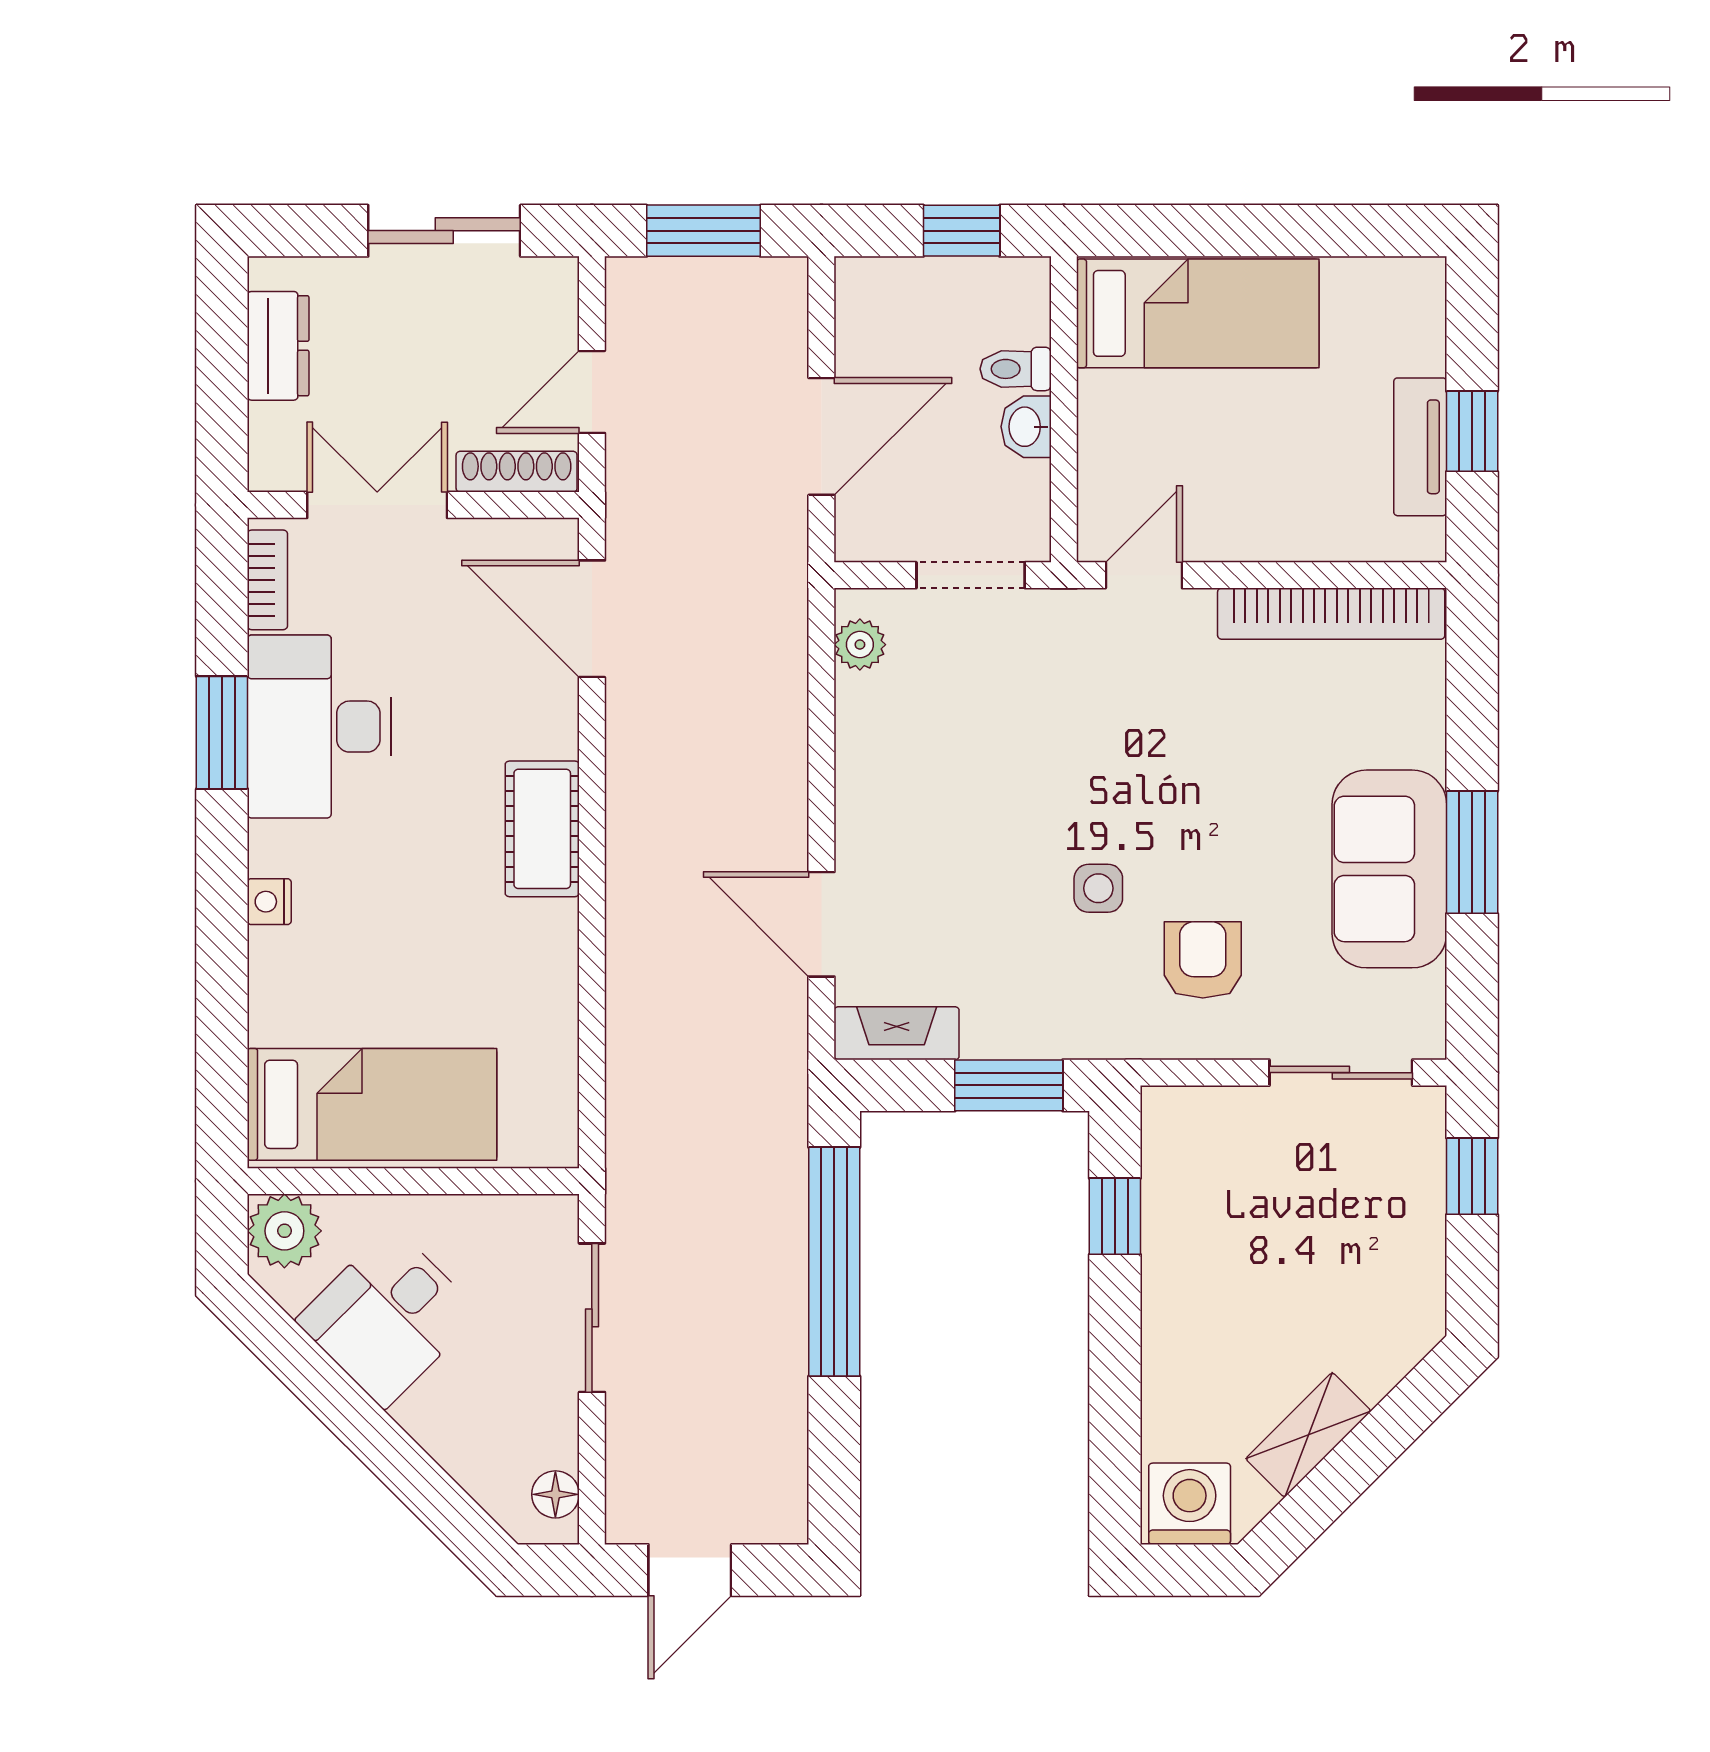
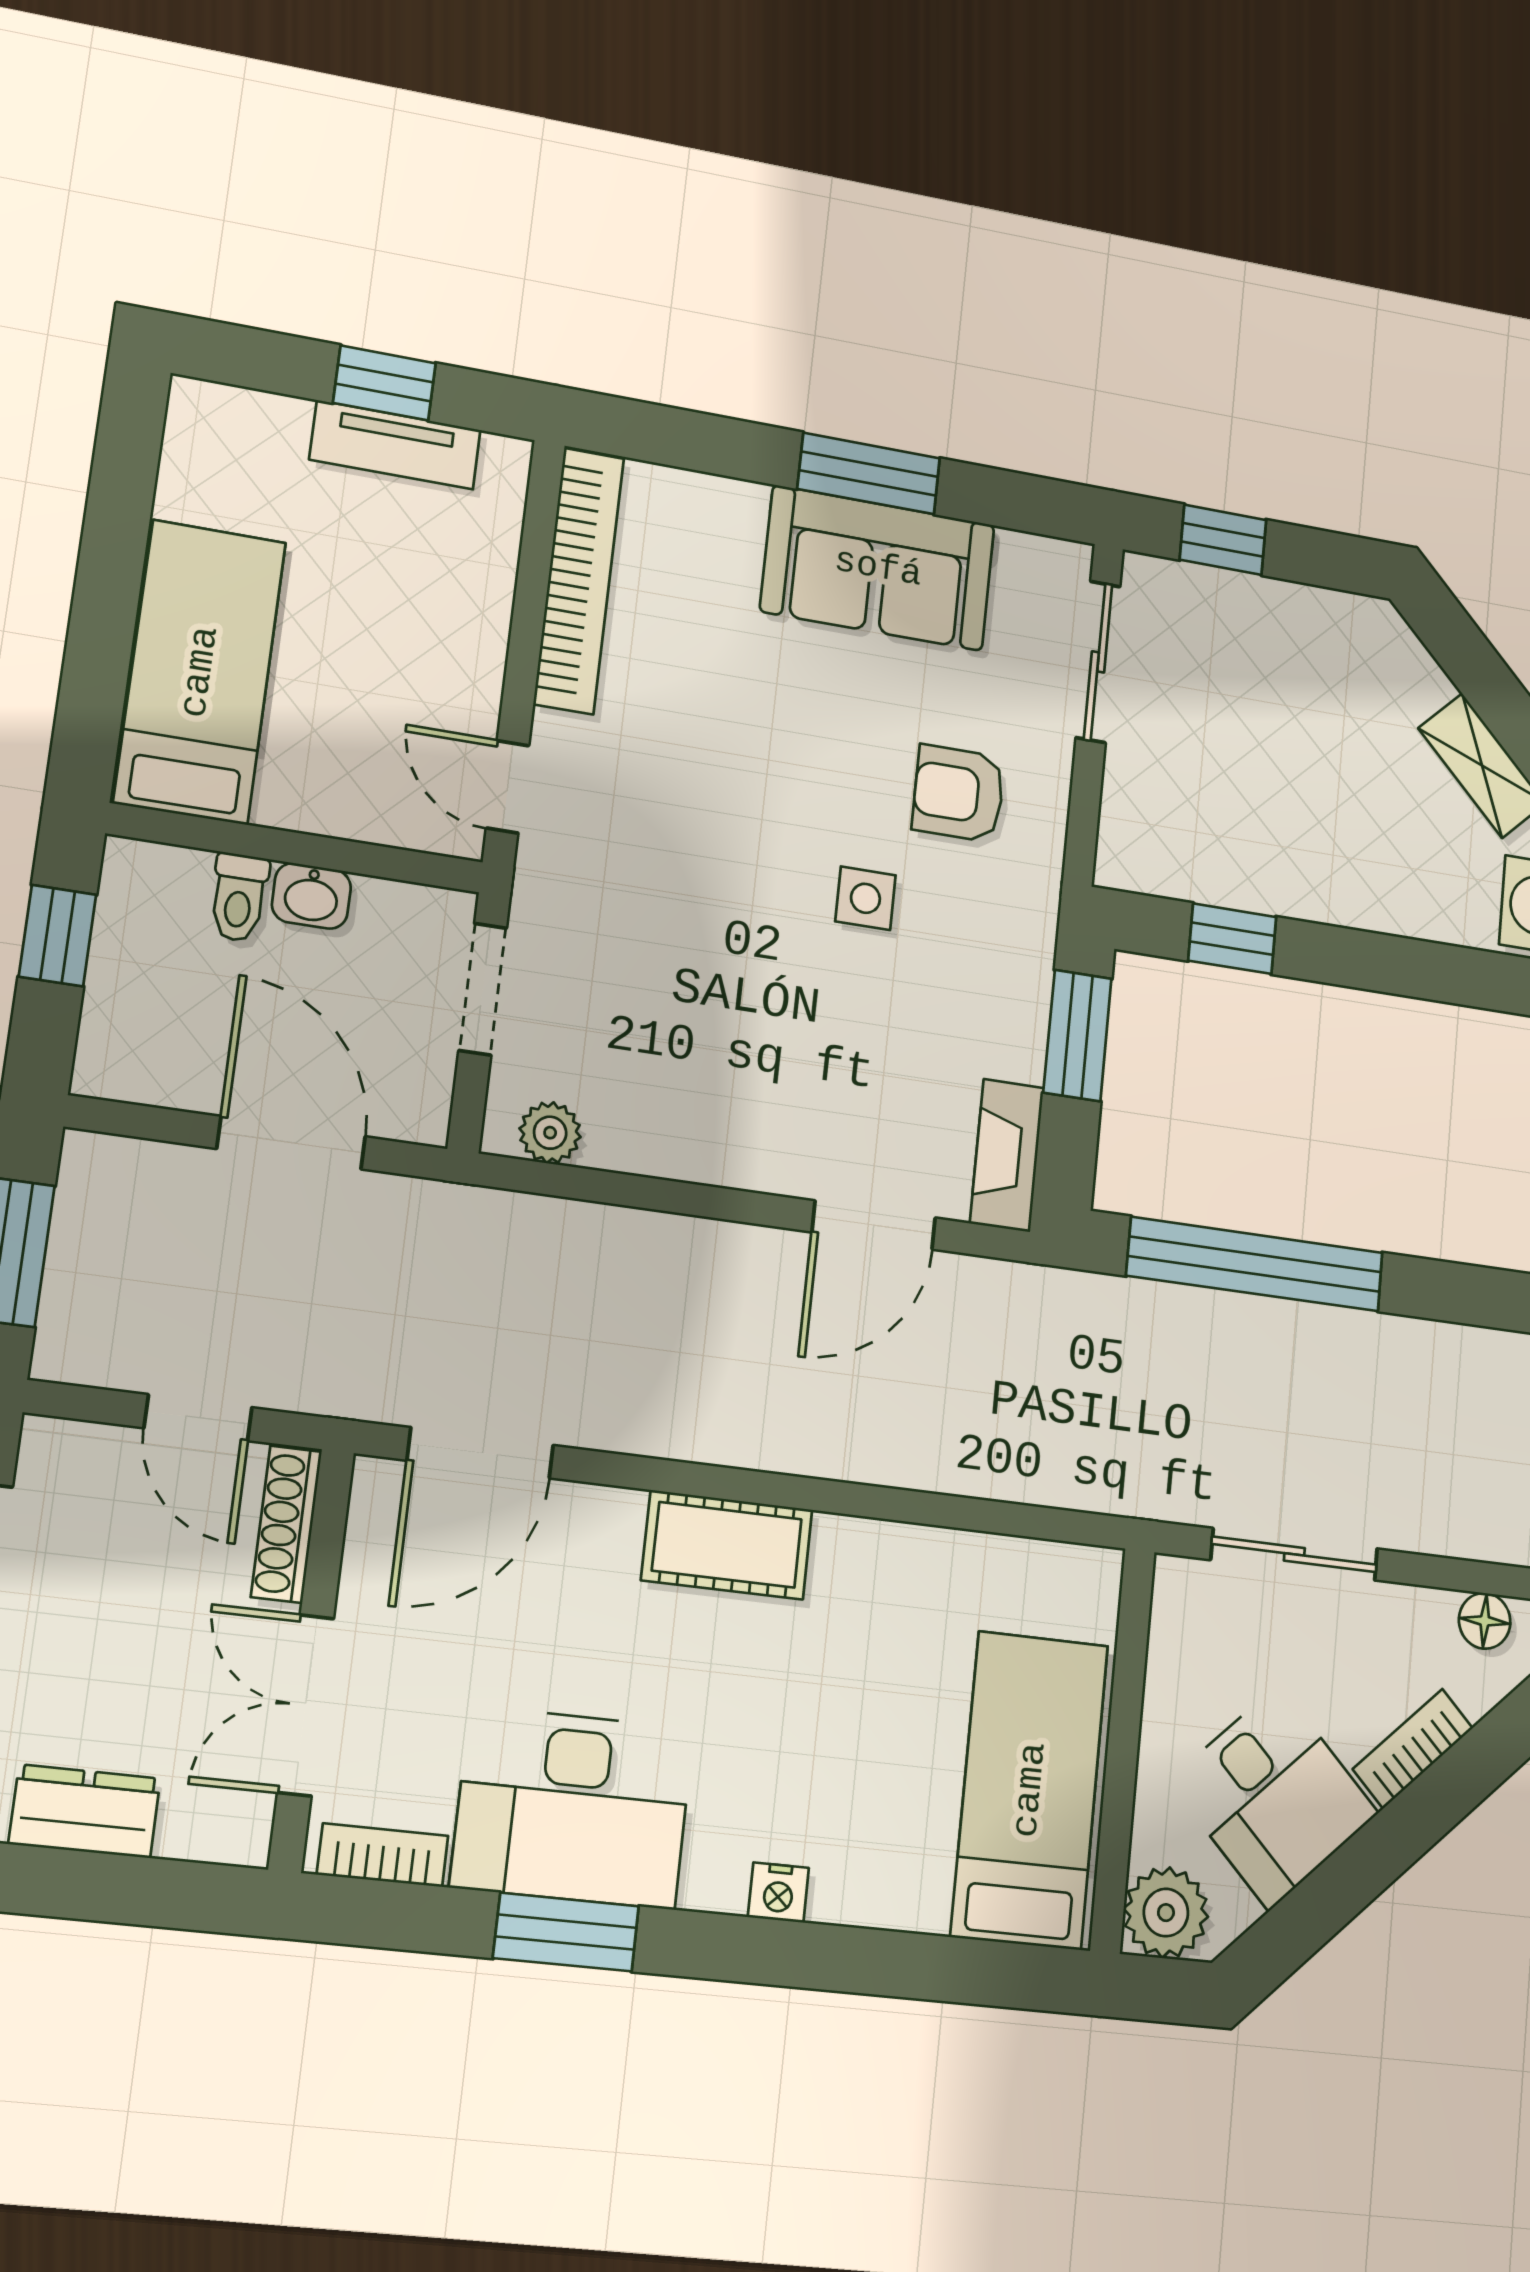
bookcase: (441, 1438) -> (1413, 1749), added

